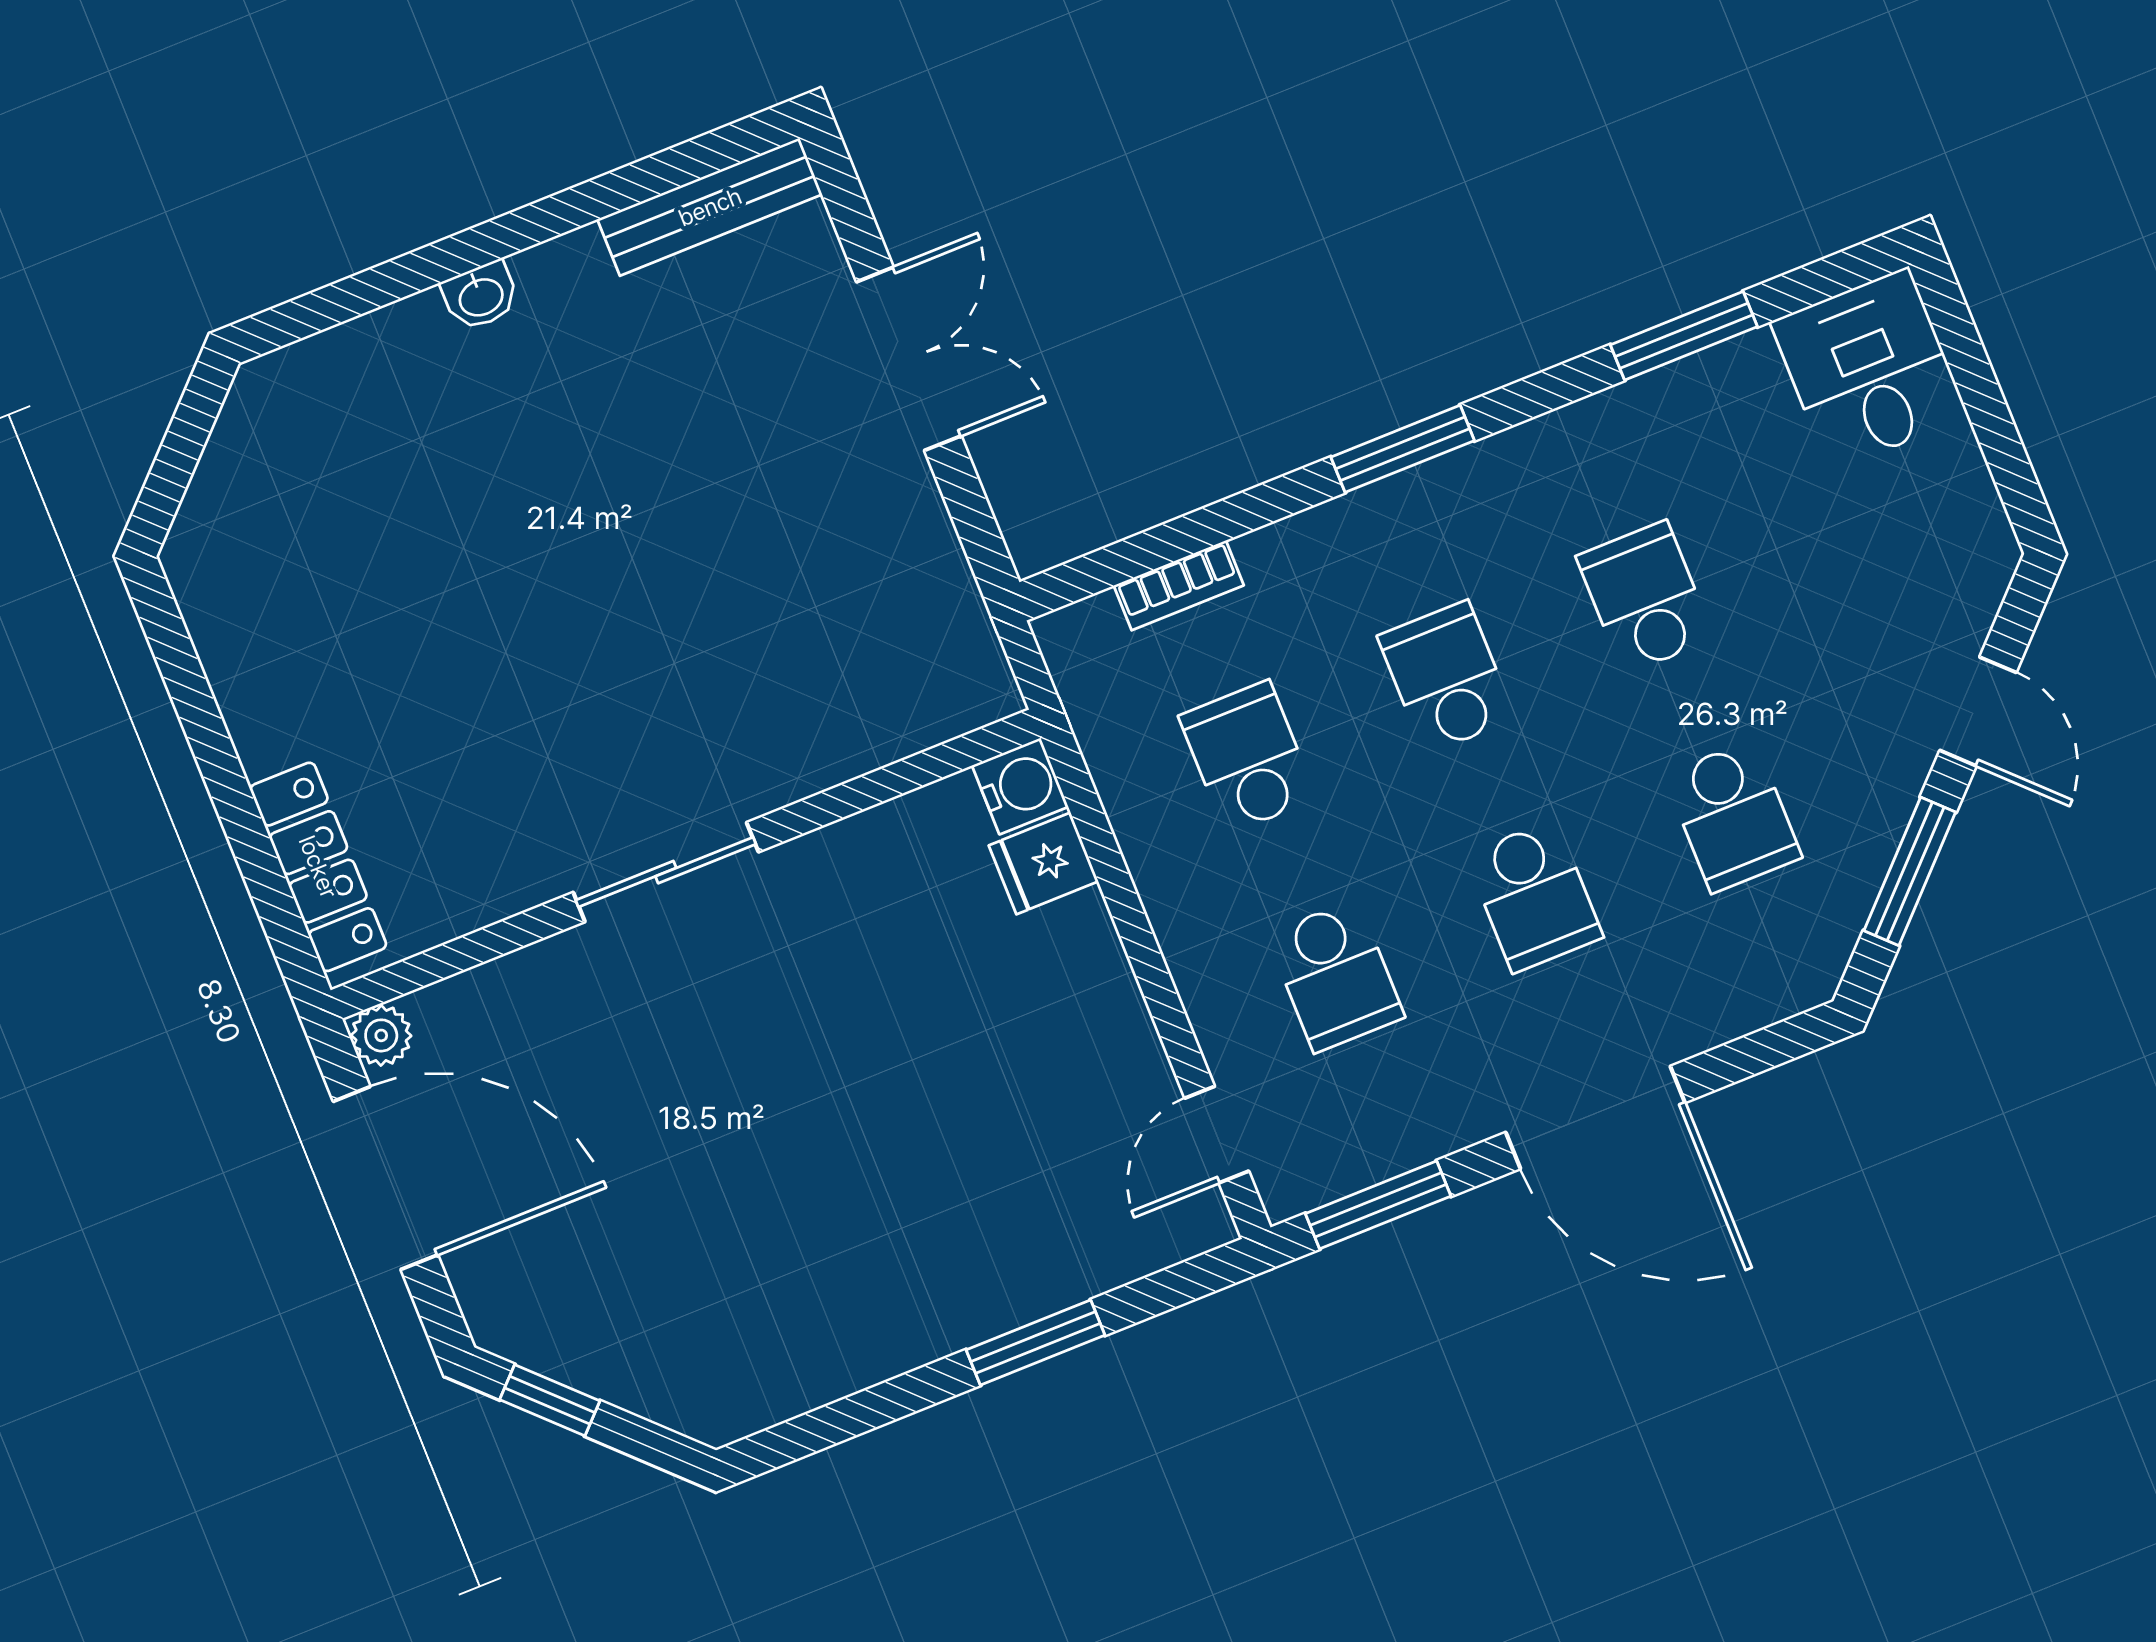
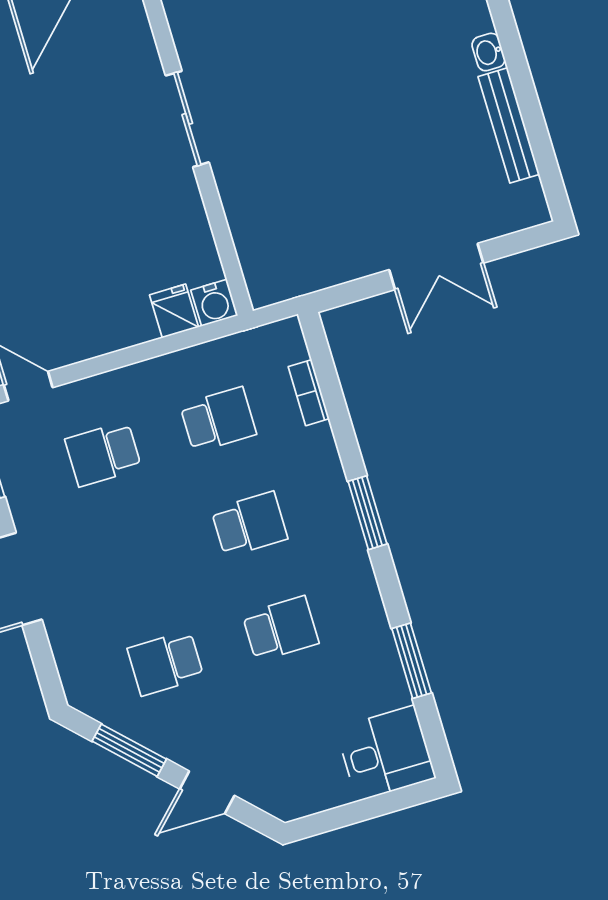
bench: (710, 207) -> (509, 125), moved
school desk: (1534, 896) -> (134, 558), removed

